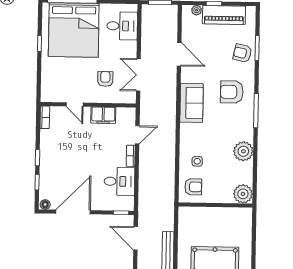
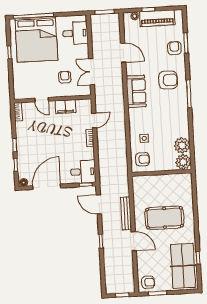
armchair: (242, 53) -> (174, 48), turned 78
armchair: (232, 92) -> (168, 80), turned 180
plant: (243, 151) -> (182, 145), moved
desk: (119, 181) -> (83, 172), moved

